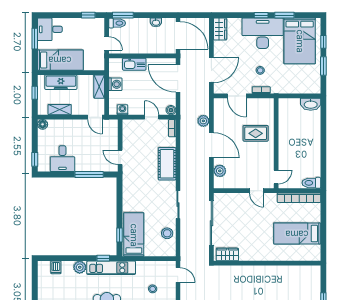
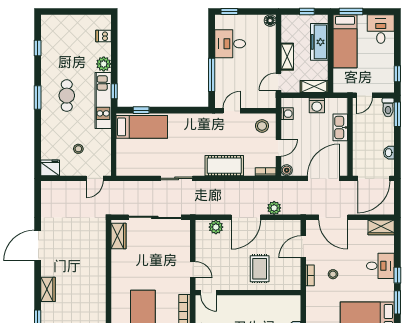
desk: (263, 33) -> (380, 266), width x0.53, depth x0.77
window: (35, 39) -> (351, 12), moved
shelving: (60, 110) -> (287, 57), moved
door: (256, 191) -> (193, 270), swing flipped
stool: (167, 233) -> (262, 126), moved

